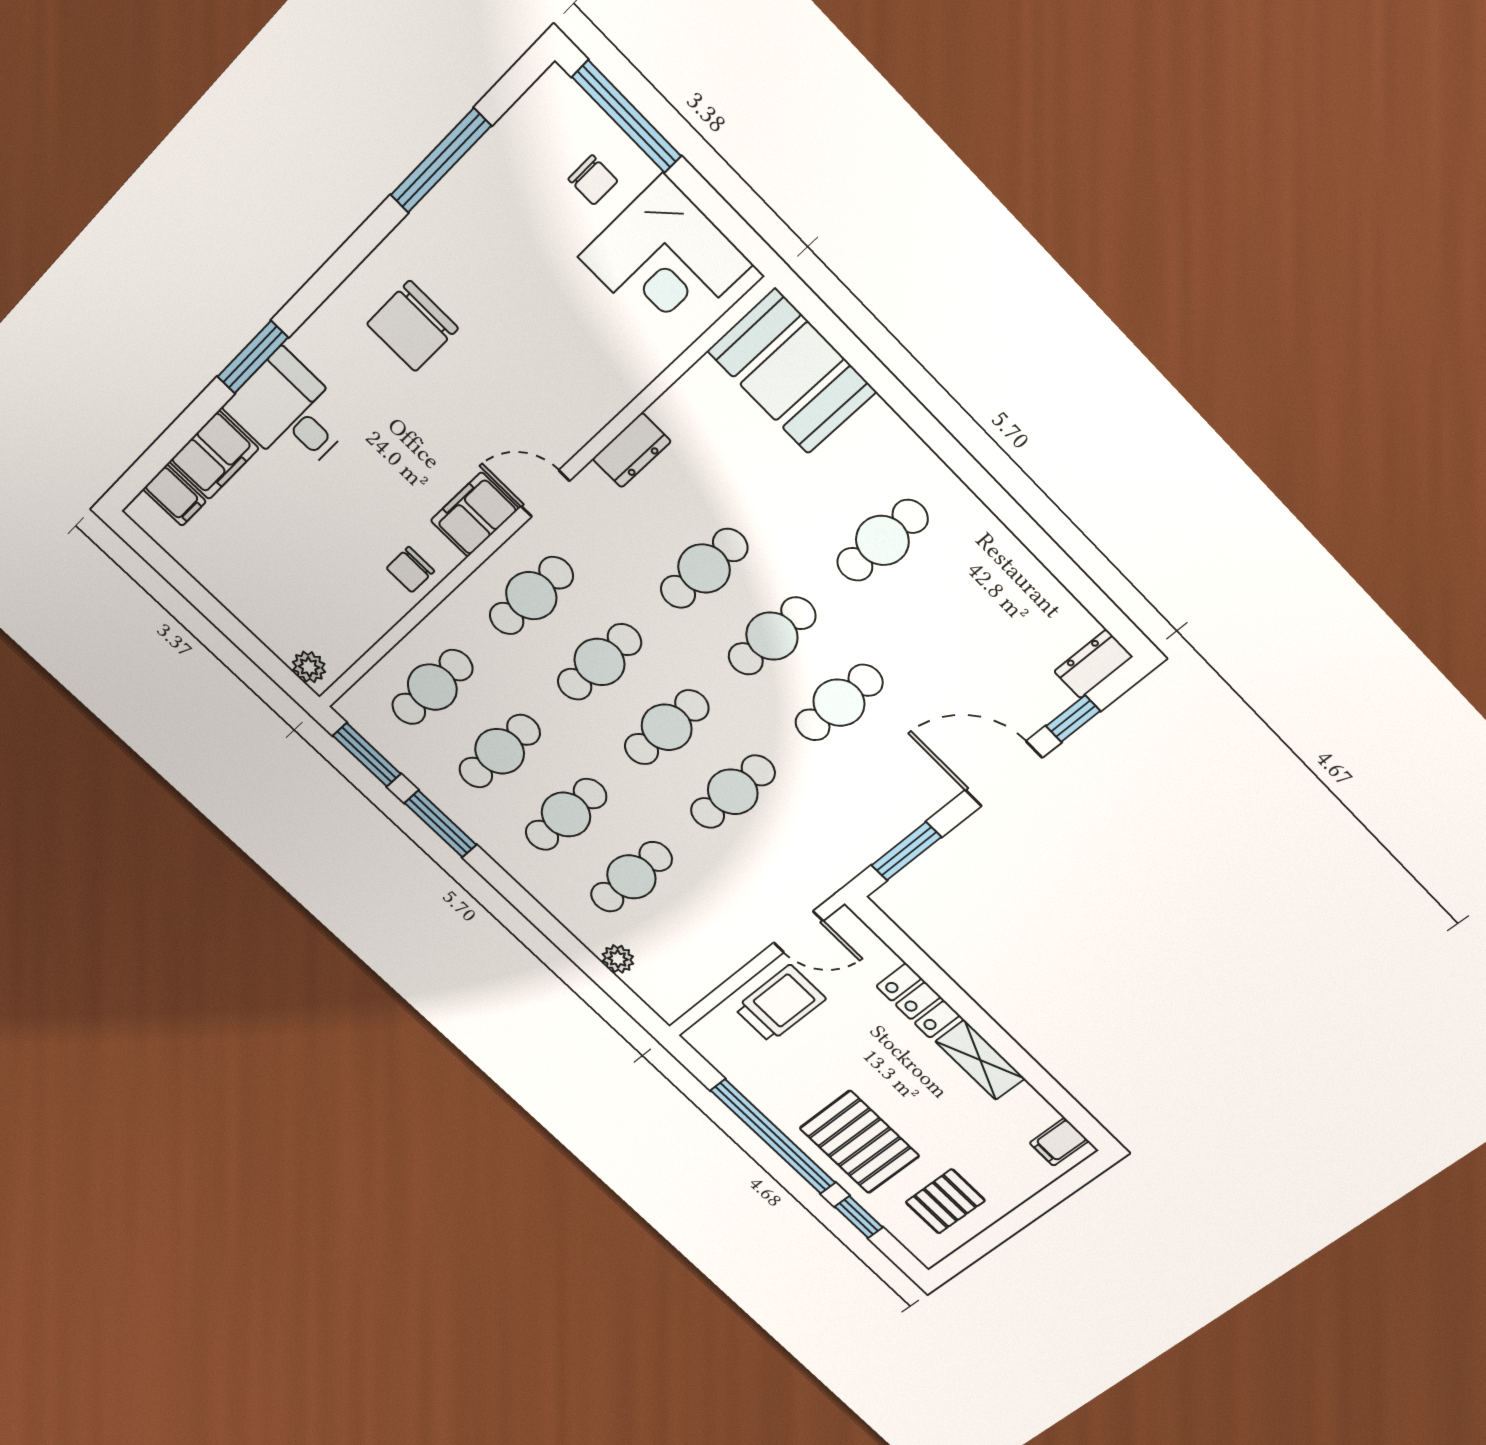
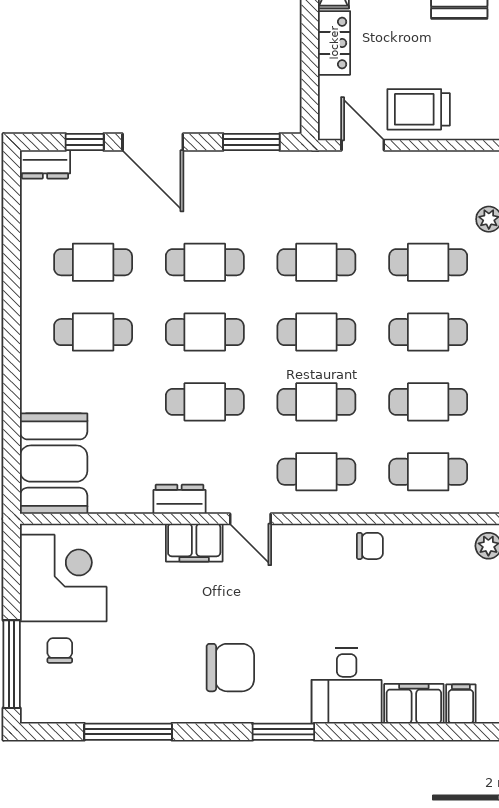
window: (253, 357) -> (283, 732), moved
filing cabinet: (475, 515) -> (194, 543), moved
cafe table: (950, 609) -> (93, 262), added

